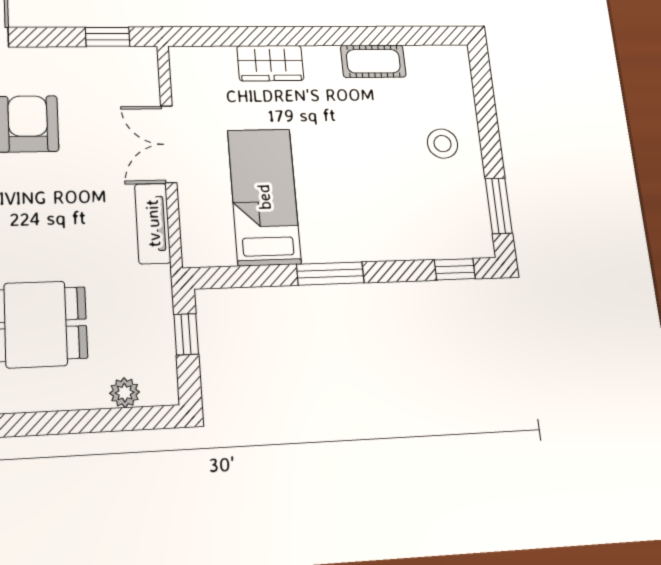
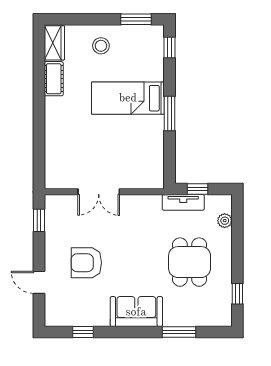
wardrobe: (270, 63) -> (54, 43), moved
bed: (264, 197) -> (128, 98), moved
tv unit: (153, 223) -> (183, 202), moved

